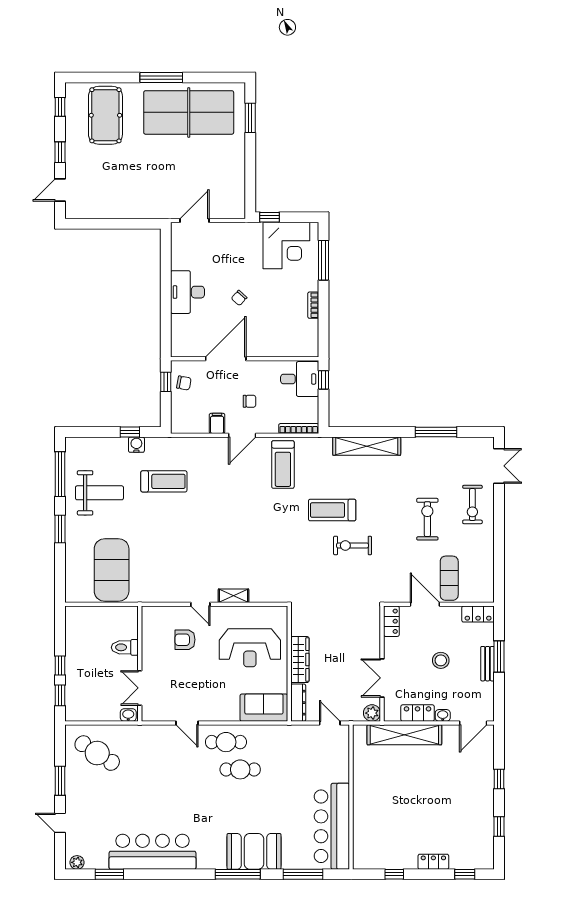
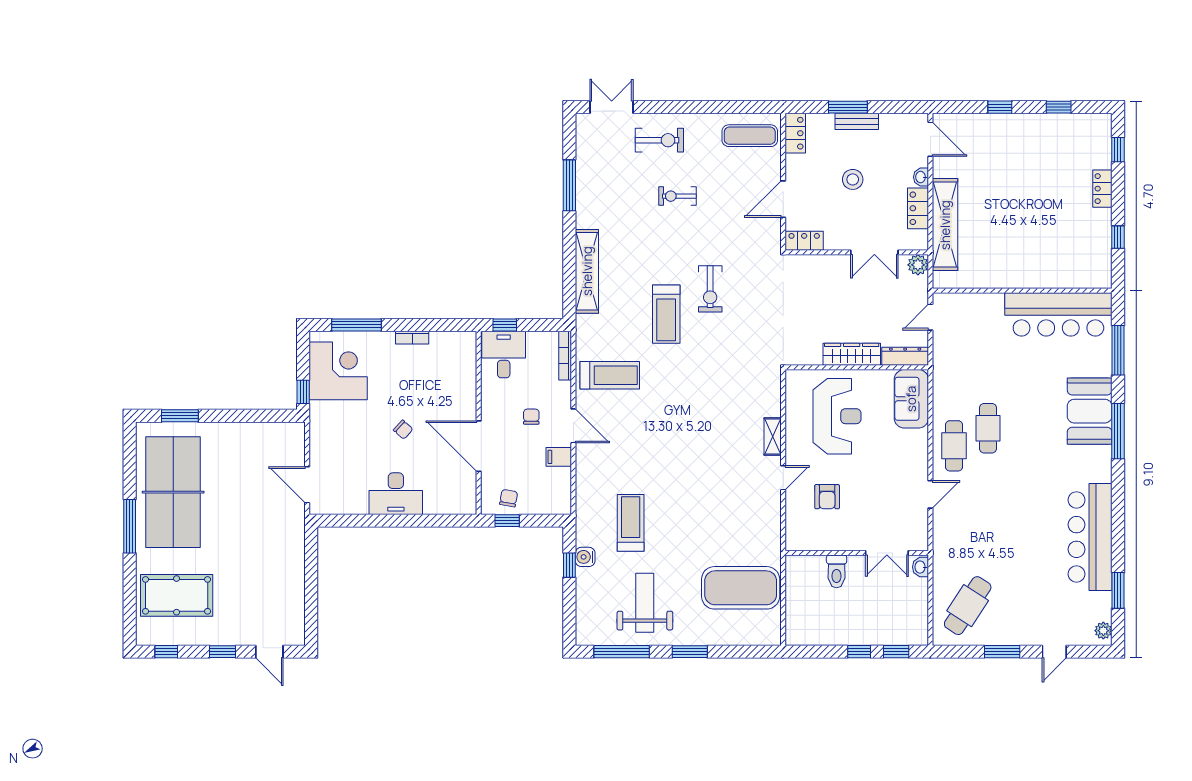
exercise bike: (427, 519) -> (678, 196), width x0.73, depth x0.72
exercise mat: (449, 578) -> (750, 136), moved

